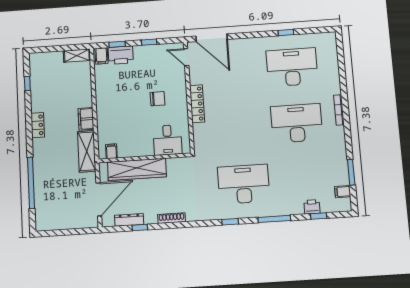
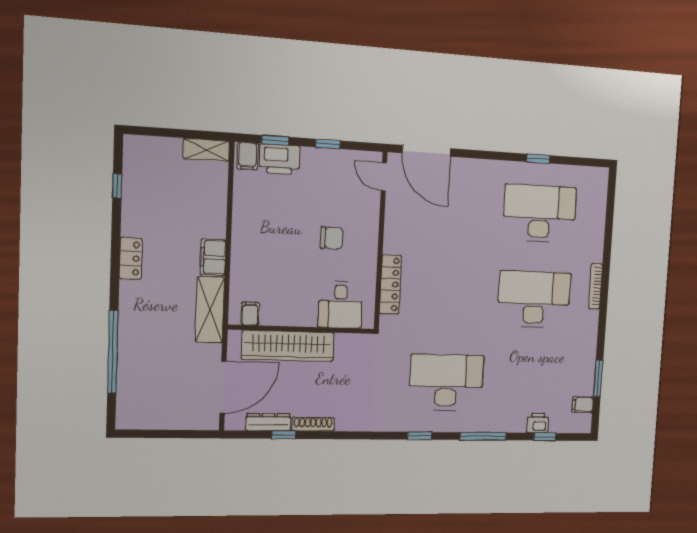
locker: (197, 104) -> (390, 284), moved
shoe rack: (172, 218) -> (313, 424), moved

